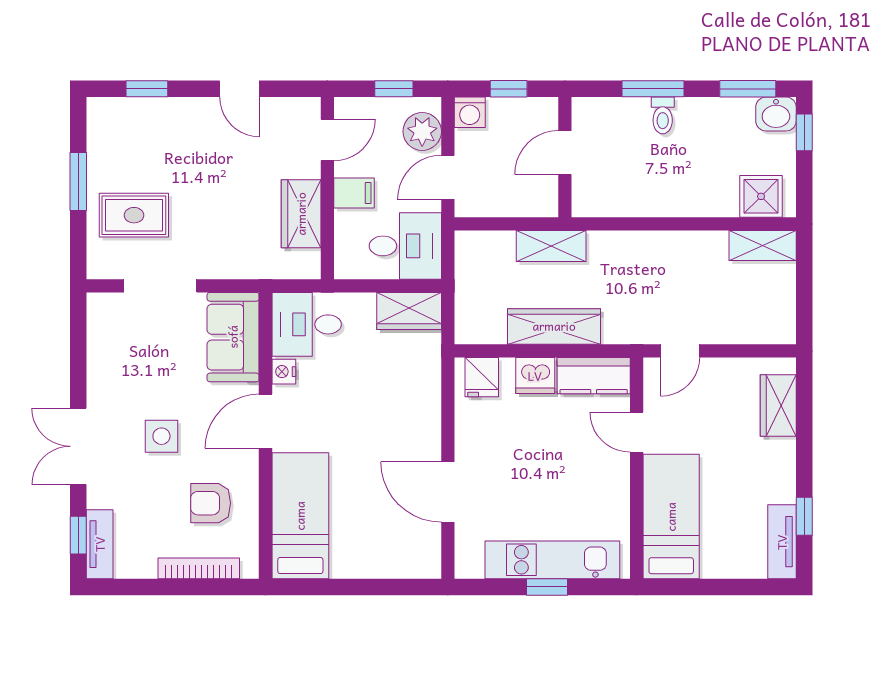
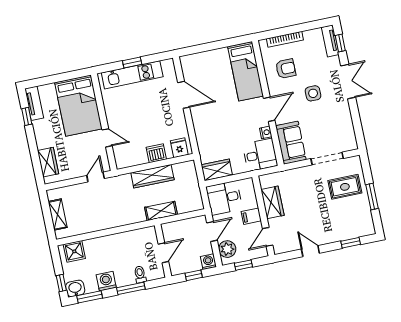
toilet: (663, 115) -> (140, 274), moved
washing machine: (704, 116) -> (106, 281), added
shelving: (763, 246) -> (58, 215), moved, turned 90
kitchen counter: (594, 376) -> (131, 158), removed
bed: (671, 517) -> (78, 106), width x1.50

